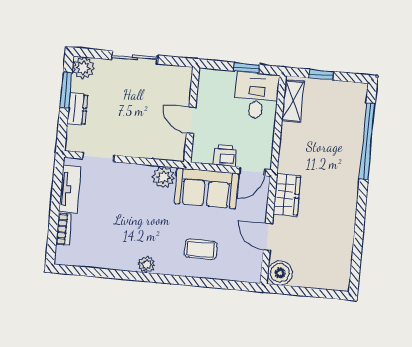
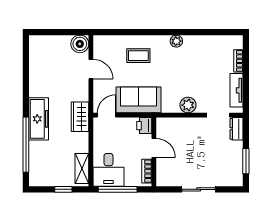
plant: (83, 68) -> (235, 178), removed
window: (246, 68) -> (118, 189), width x2.17
bookcase: (204, 89) -> (147, 171), added
dresser: (77, 109) -> (237, 129), moved
printer: (225, 155) -> (144, 126), moved, turned 90
freezer: (346, 175) -> (39, 119), added
plant: (163, 177) -> (188, 105), moved
wardrobe: (287, 195) -> (80, 117), moved

